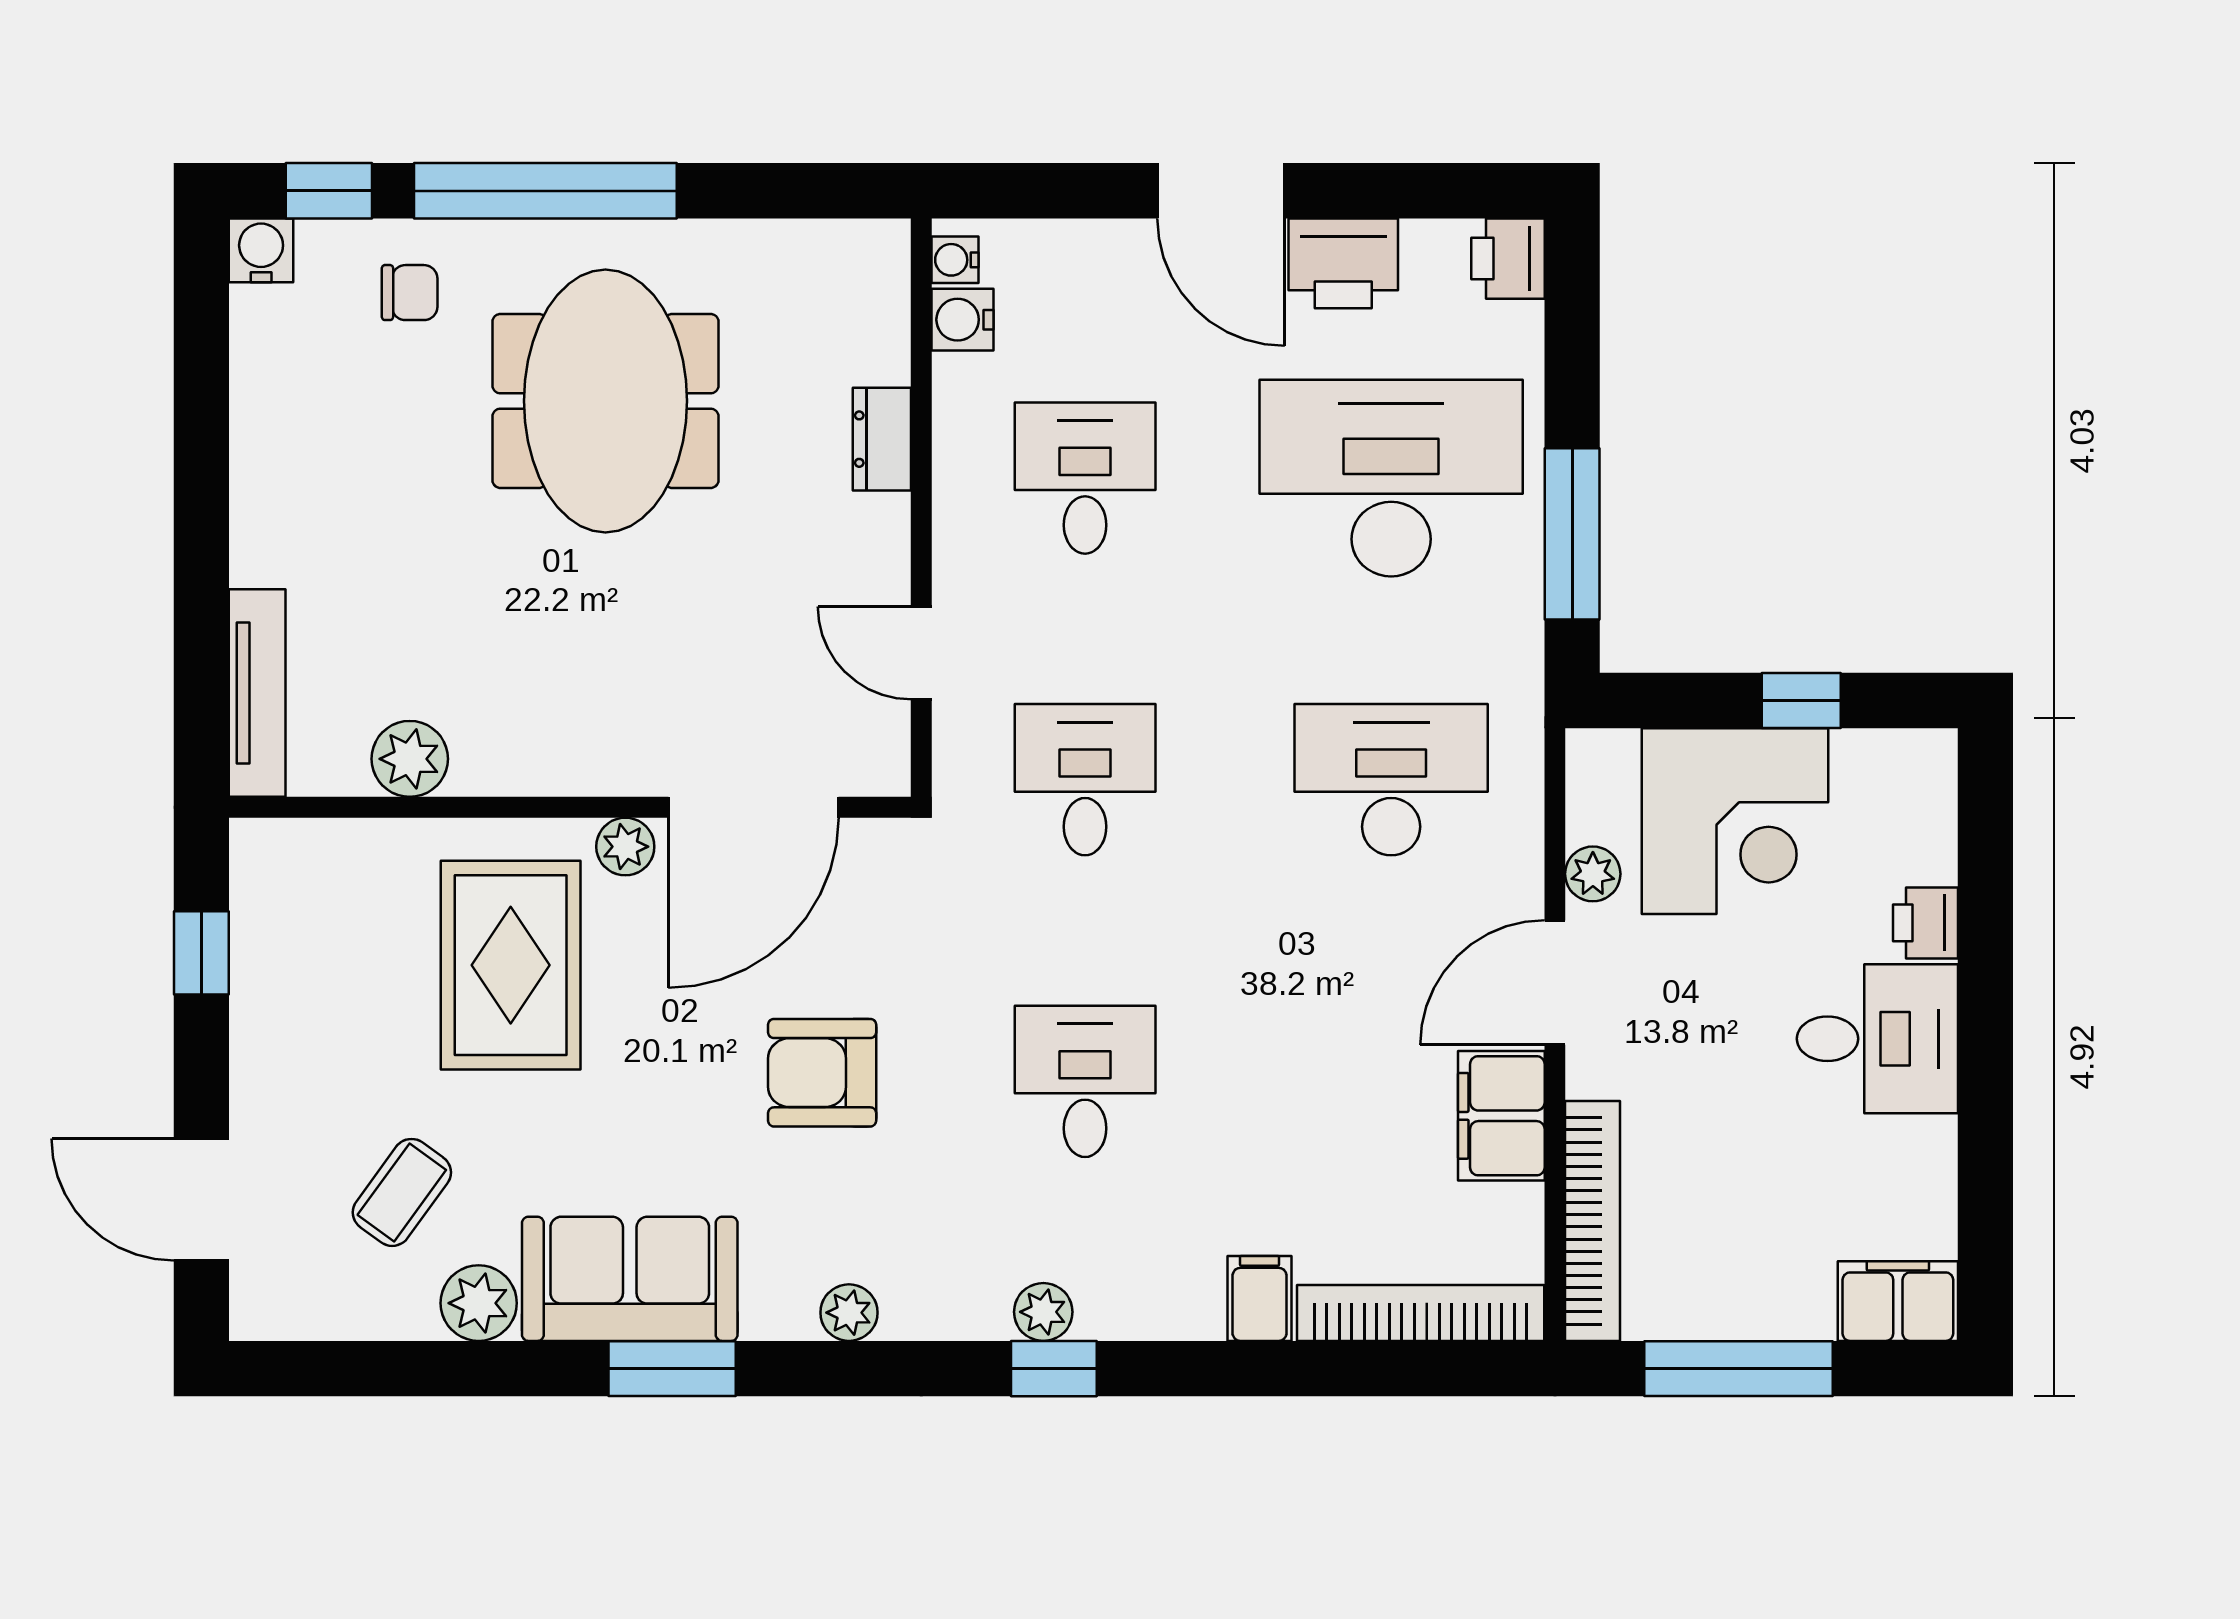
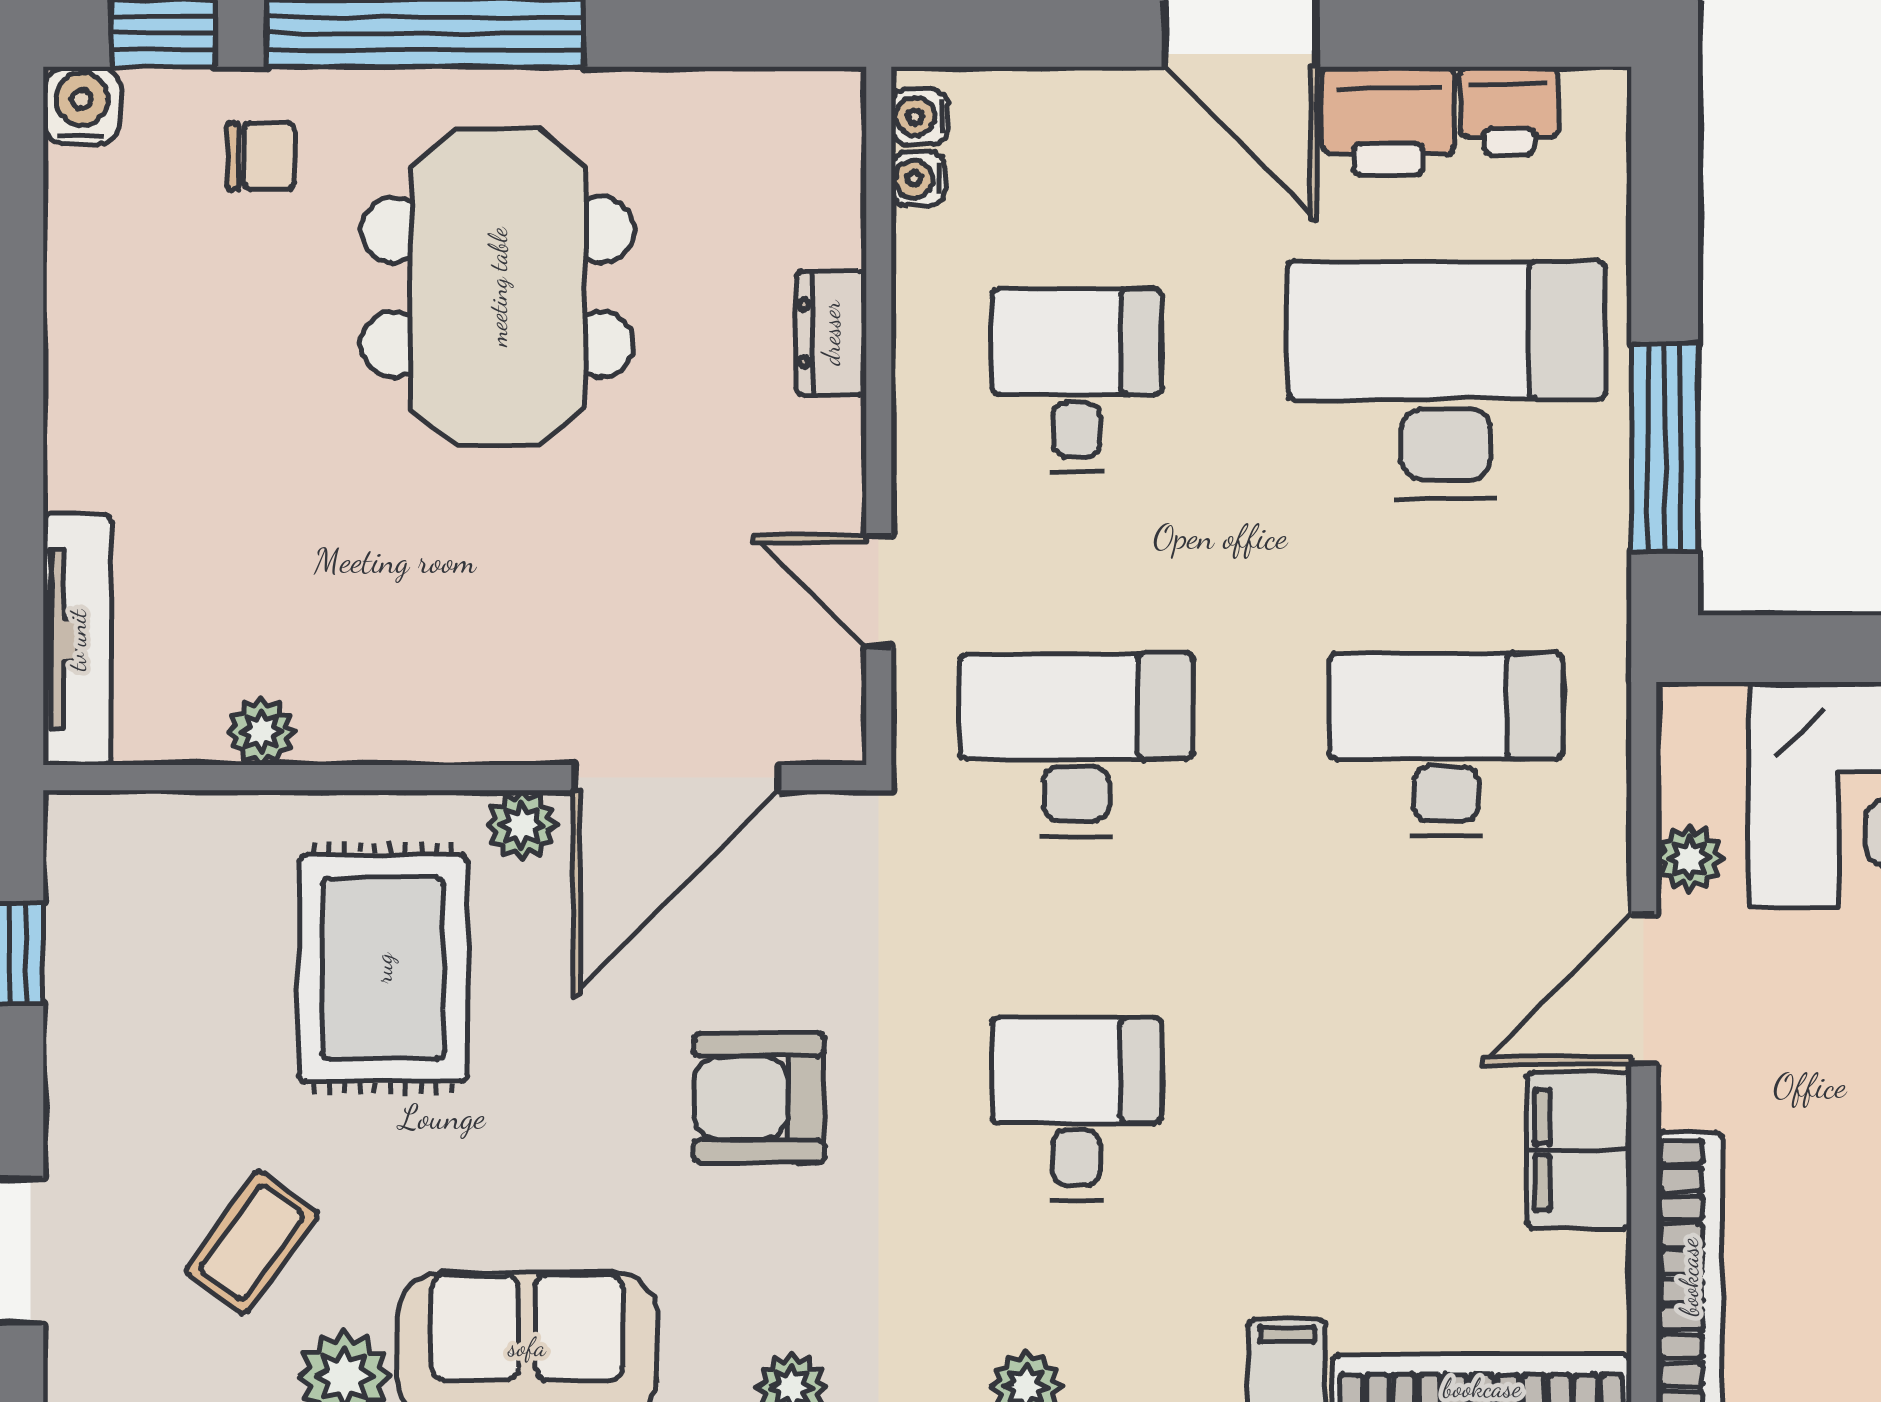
printer: (1508, 259) -> (1509, 111), moved, turned -90
water cooler: (962, 320) -> (918, 179), width x0.72, depth x0.72
plant: (410, 759) -> (261, 732), width x0.73, depth x0.73
desk: (1085, 780) -> (1077, 744), width x1.37

